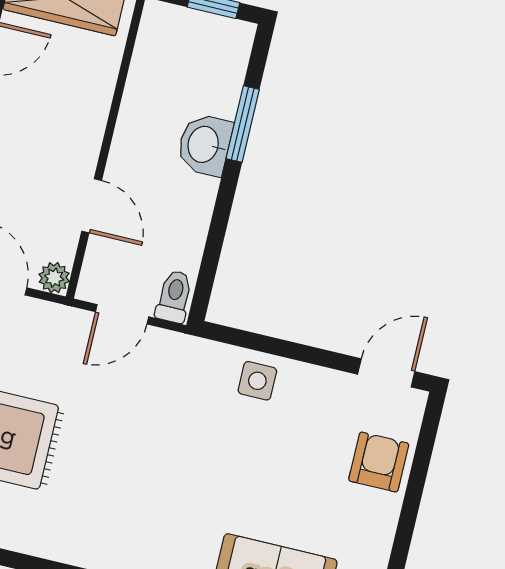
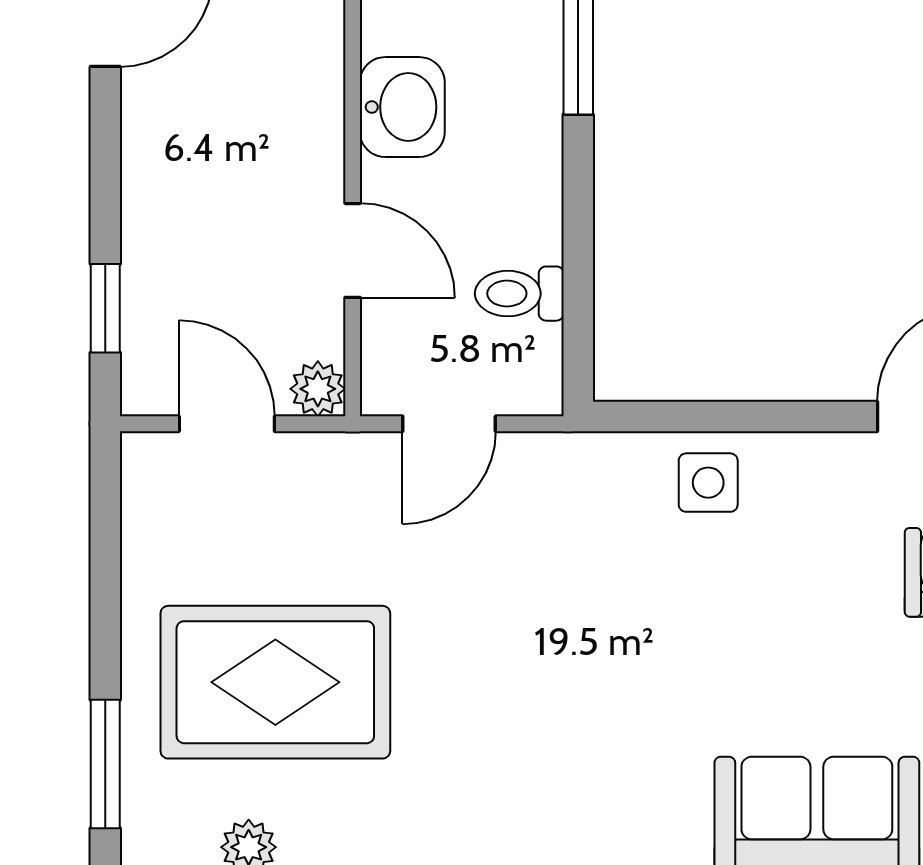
washbasin: (205, 145) -> (402, 107), moved, turned 180
toilet: (174, 296) -> (519, 294), moved, turned -90

